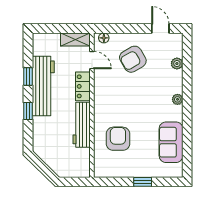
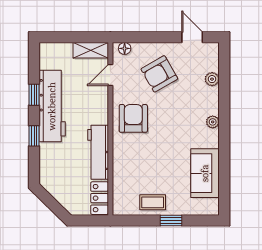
door: (92, 60) -> (110, 75), swing flipped
locker: (83, 86) -> (100, 198), moved
armchair: (118, 139) -> (133, 118), moved
coffee table: (127, 167) -> (153, 202), added

